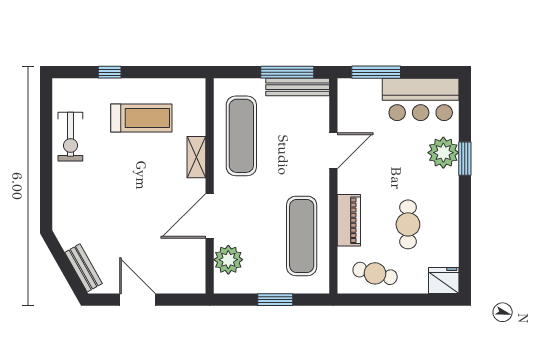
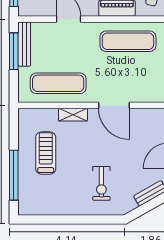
window: (110, 72) -> (14, 175), width x3.17
exercise bike: (70, 137) -> (101, 183), moved, turned 90
plant: (228, 260) -> (145, 92), removed

